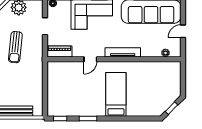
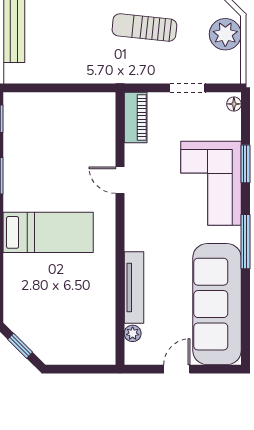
door: (183, 31) -> (177, 369), hinge flipped
tv unit: (123, 52) -> (134, 288), moved

